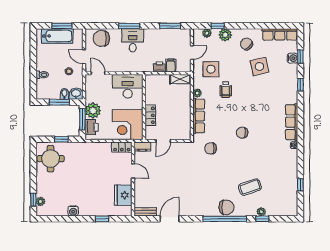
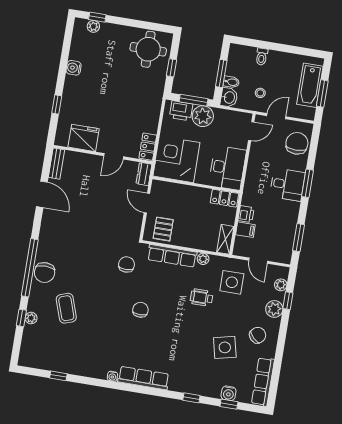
locker: (150, 115) -> (224, 198), moved
pallet: (180, 126) -> (163, 229), added

